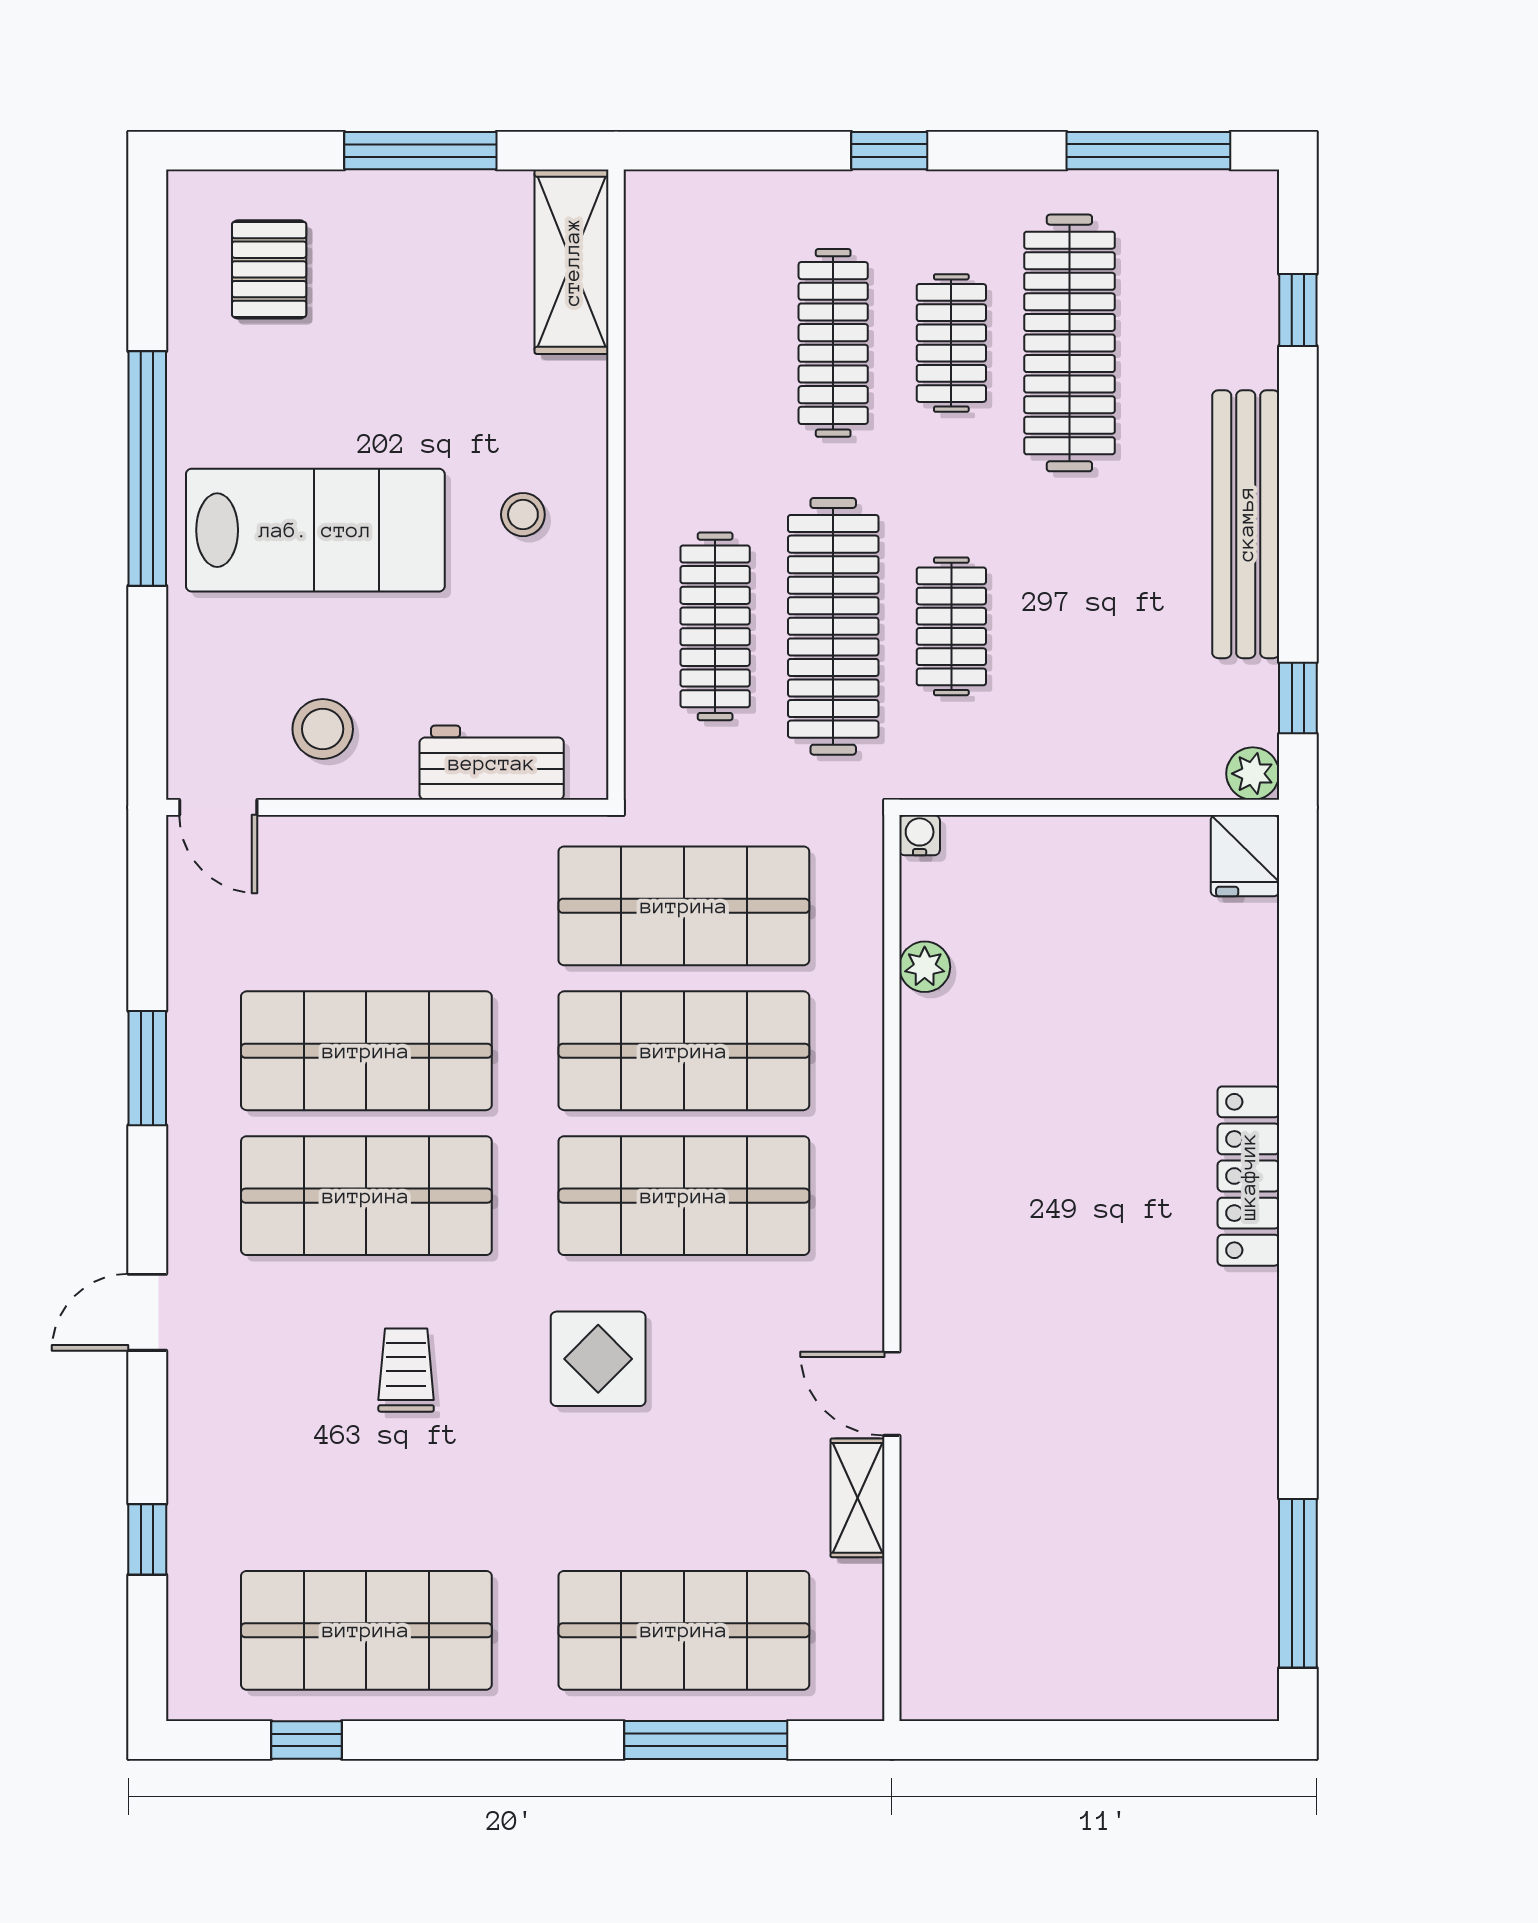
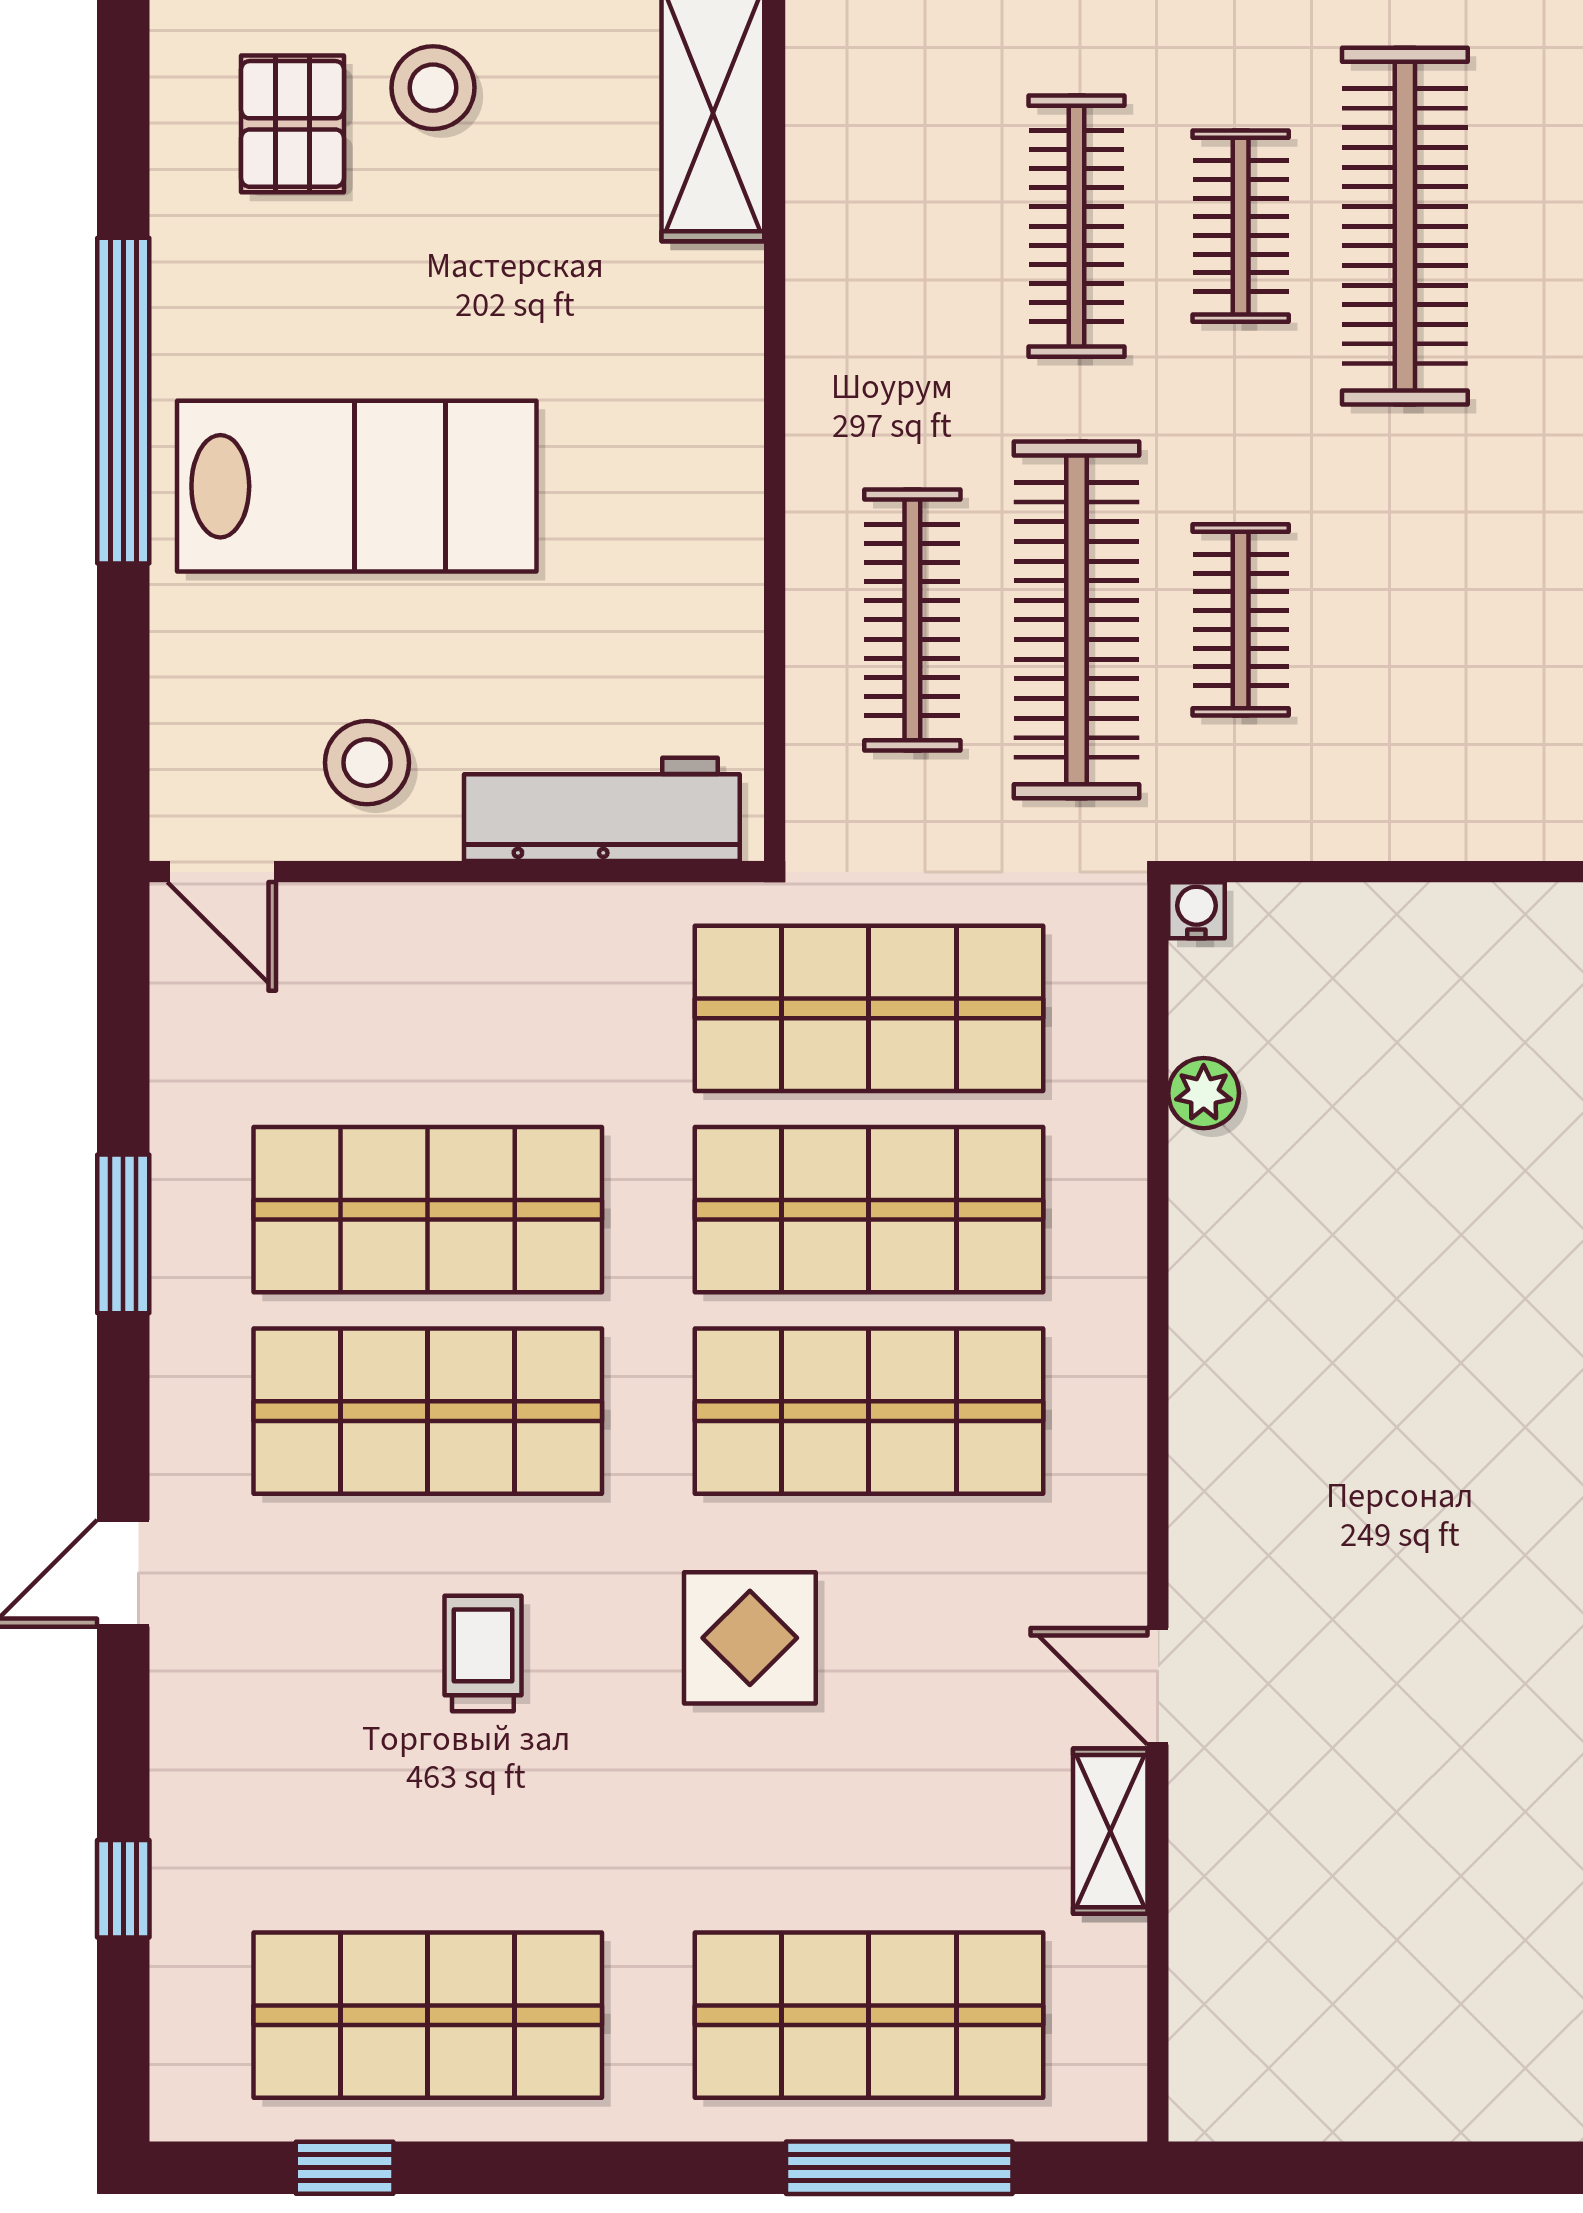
stool: (523, 515) -> (433, 88), moved, width x1.37, depth x1.37
workbench: (492, 763) -> (602, 809), width x1.38

